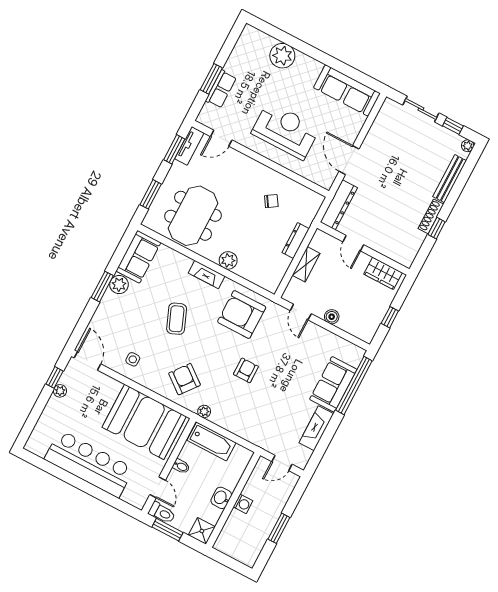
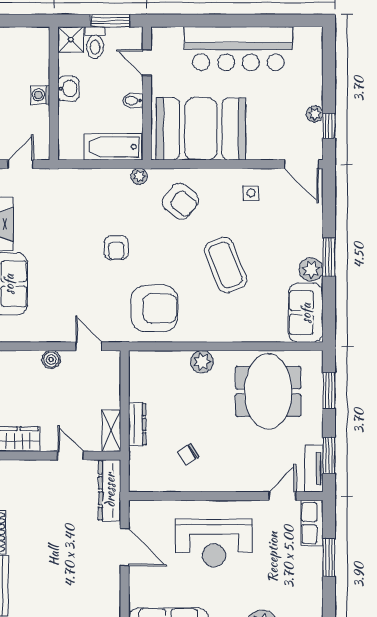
row of seats: (221, 89) -> (312, 523), moved
shelving: (306, 264) -> (111, 431), moved
fireplace: (207, 274) -> (218, 333), removed
coffee table: (177, 319) -> (226, 265), width x1.36, depth x1.32
toilet: (162, 513) -> (95, 43), moved, turned -90

